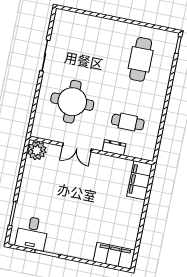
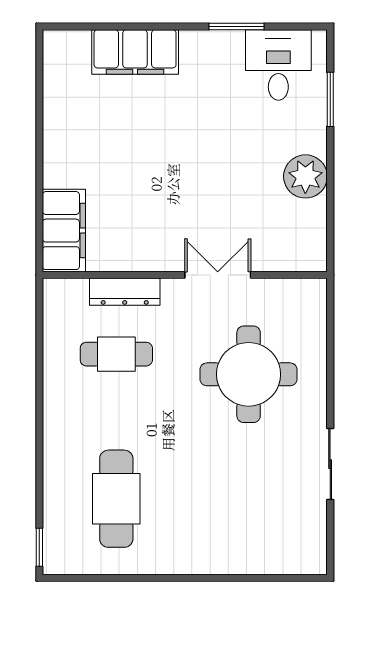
dresser: (114, 147) -> (125, 292), width x1.44
plant: (37, 150) -> (305, 176), moved
filing cabinet: (114, 256) -> (135, 52), moved

